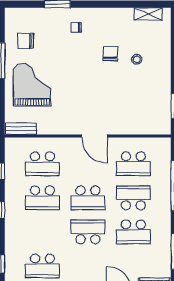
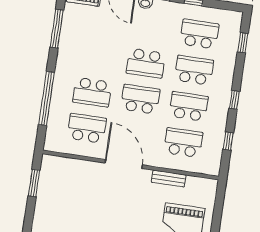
bench: (21, 129) -> (169, 179), moved
door: (94, 136) -> (124, 164), width x1.36
school desk: (133, 232) -> (194, 70), moved

